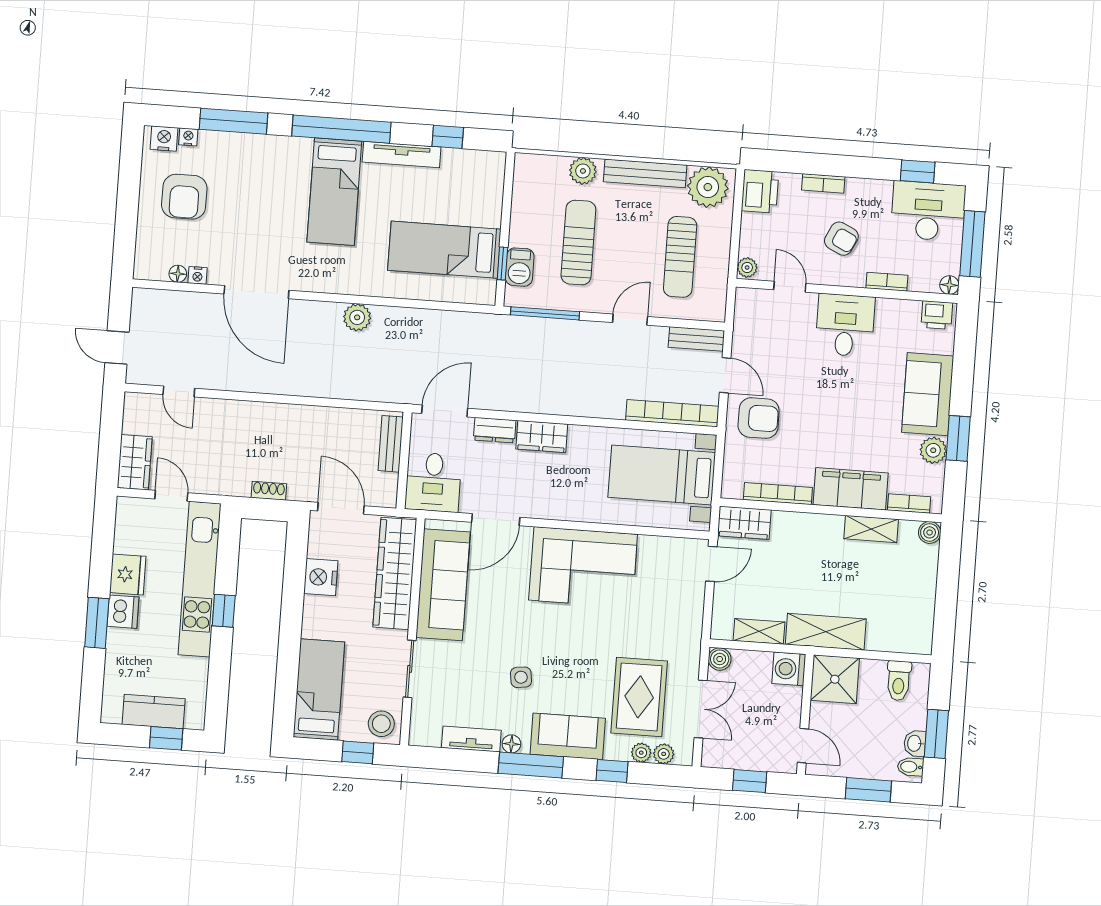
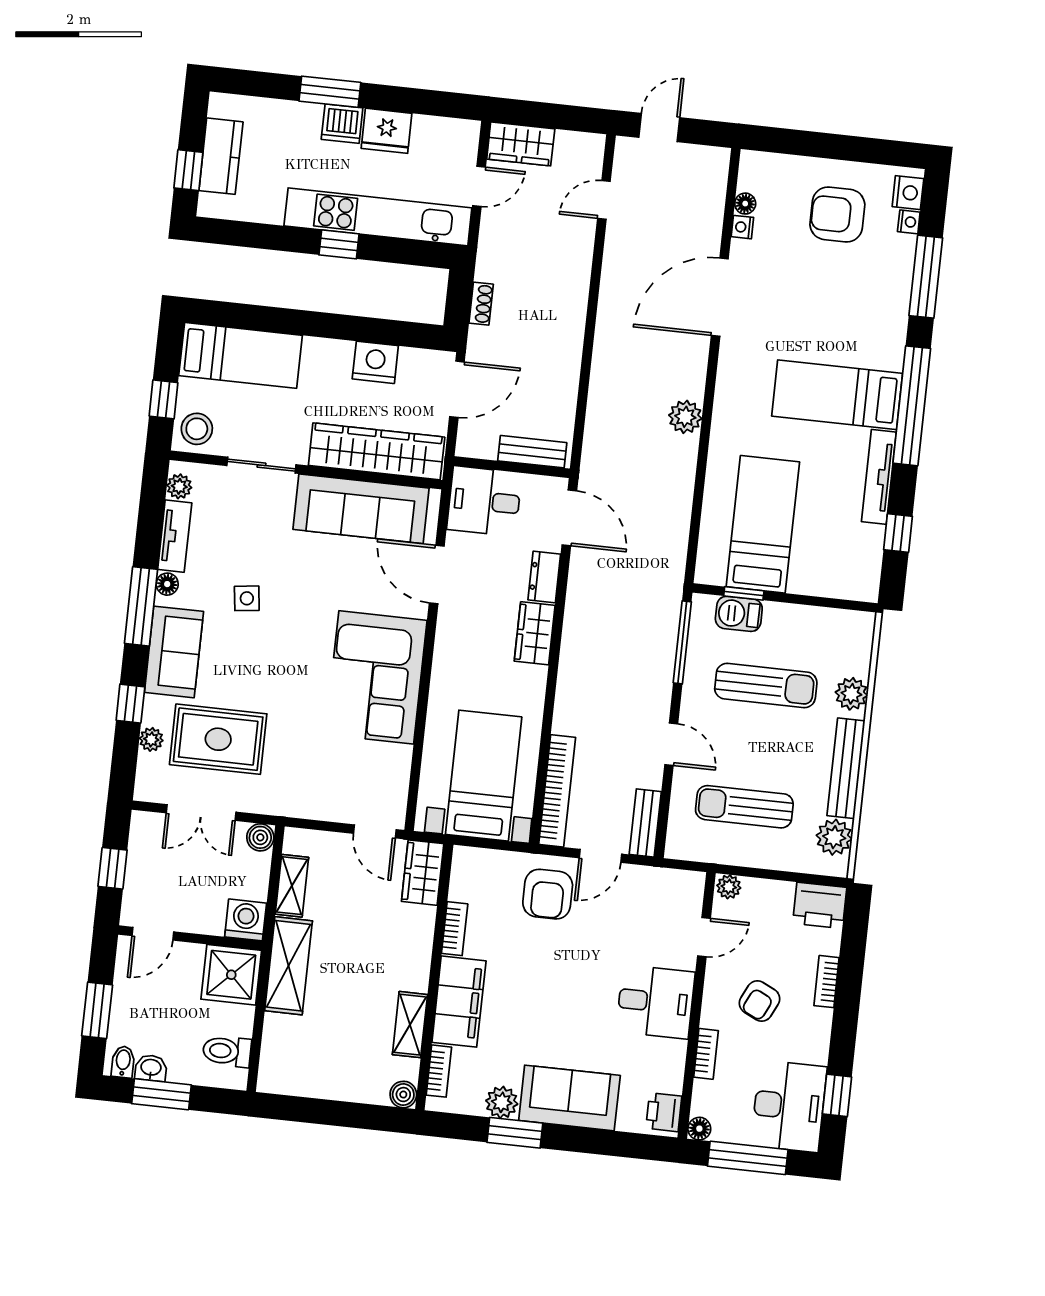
plant: (708, 187) -> (834, 837), width x0.73, depth x0.73
bookcase: (778, 494) -> (455, 929), width x0.64
plant: (664, 754) -> (179, 486), moved

